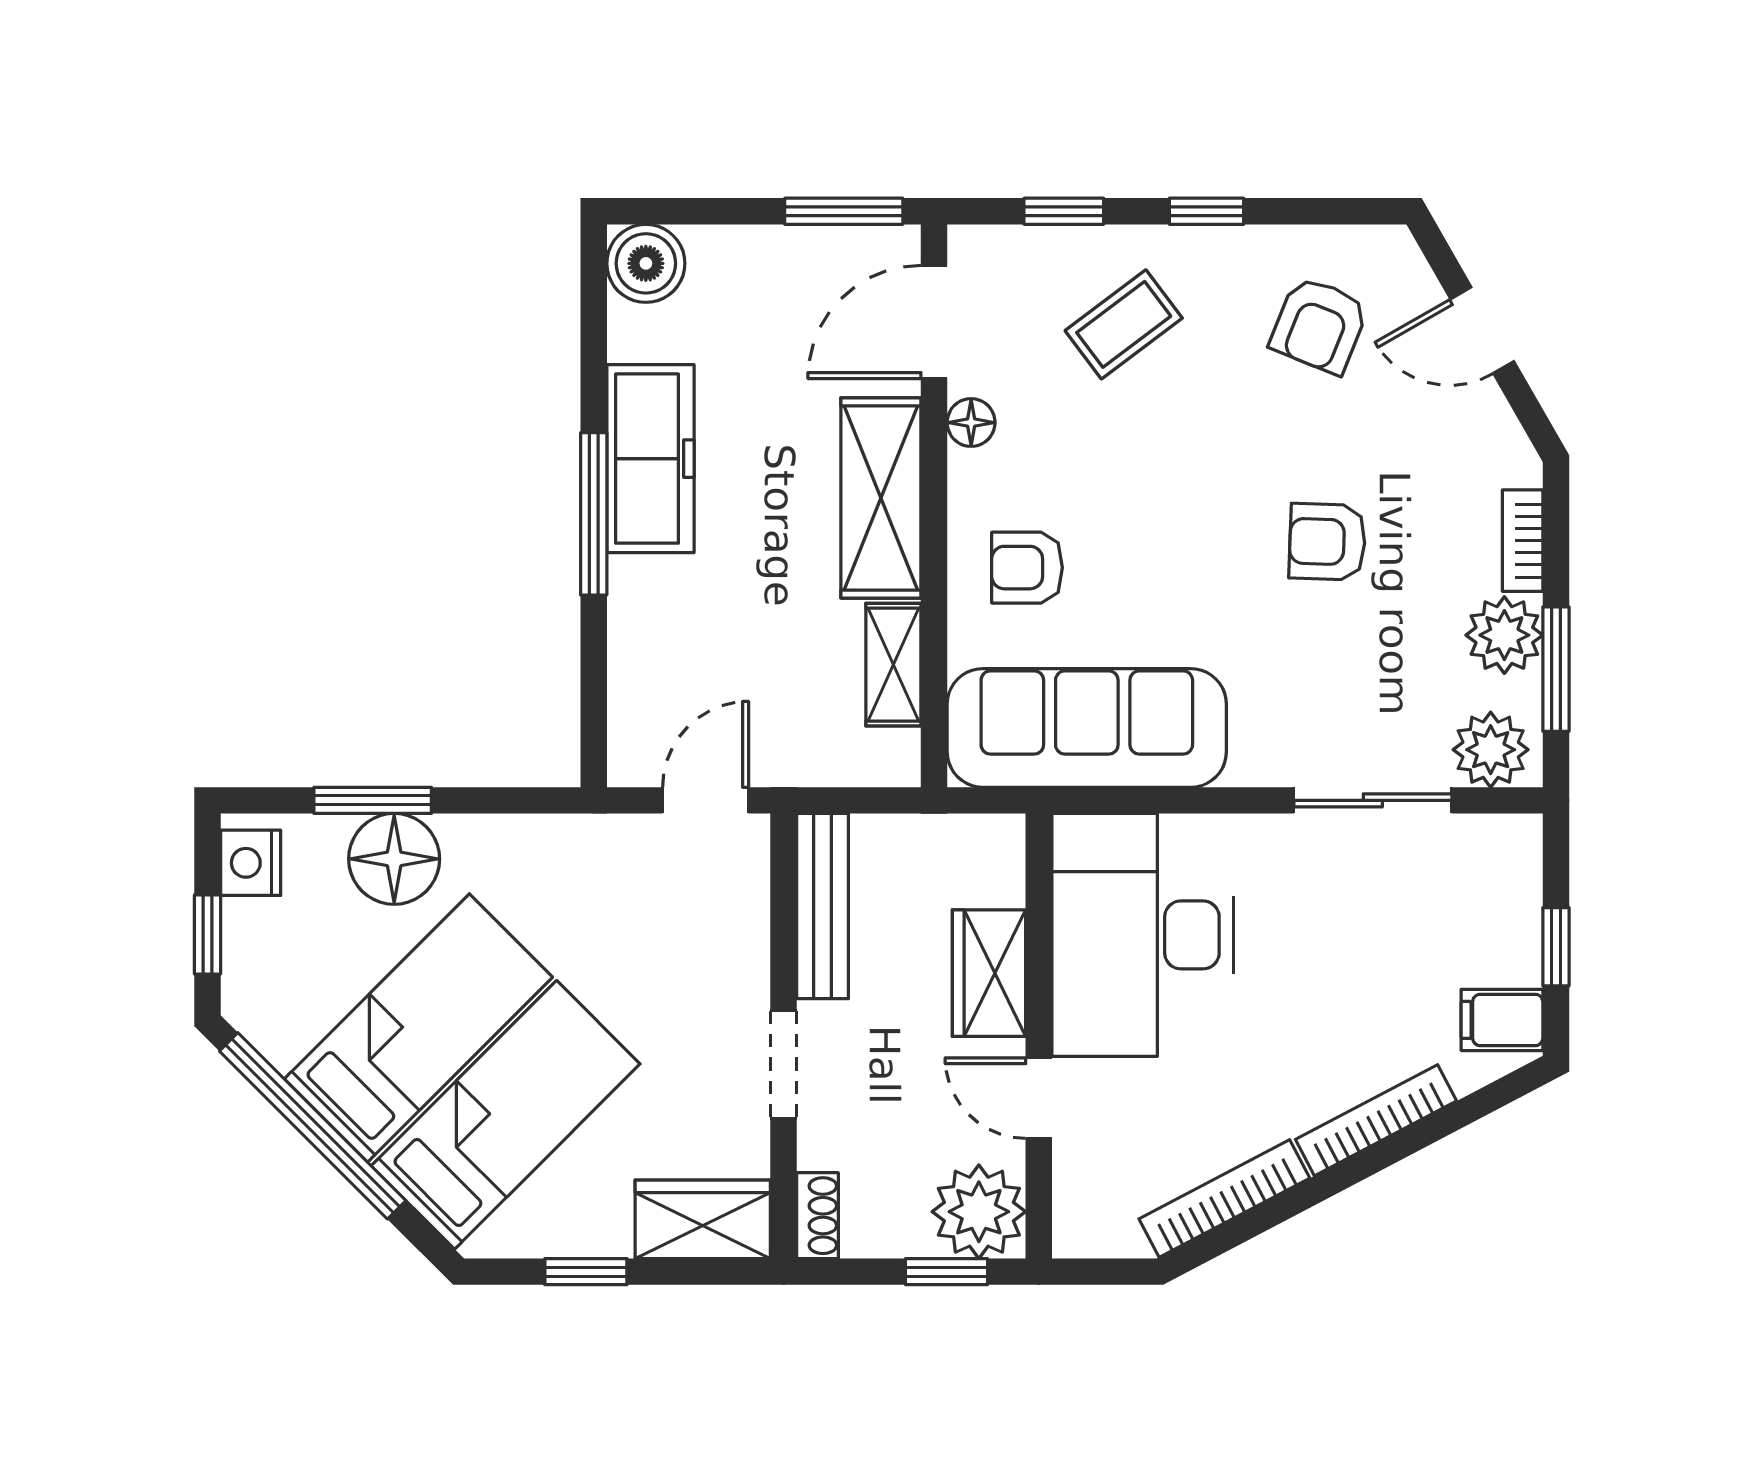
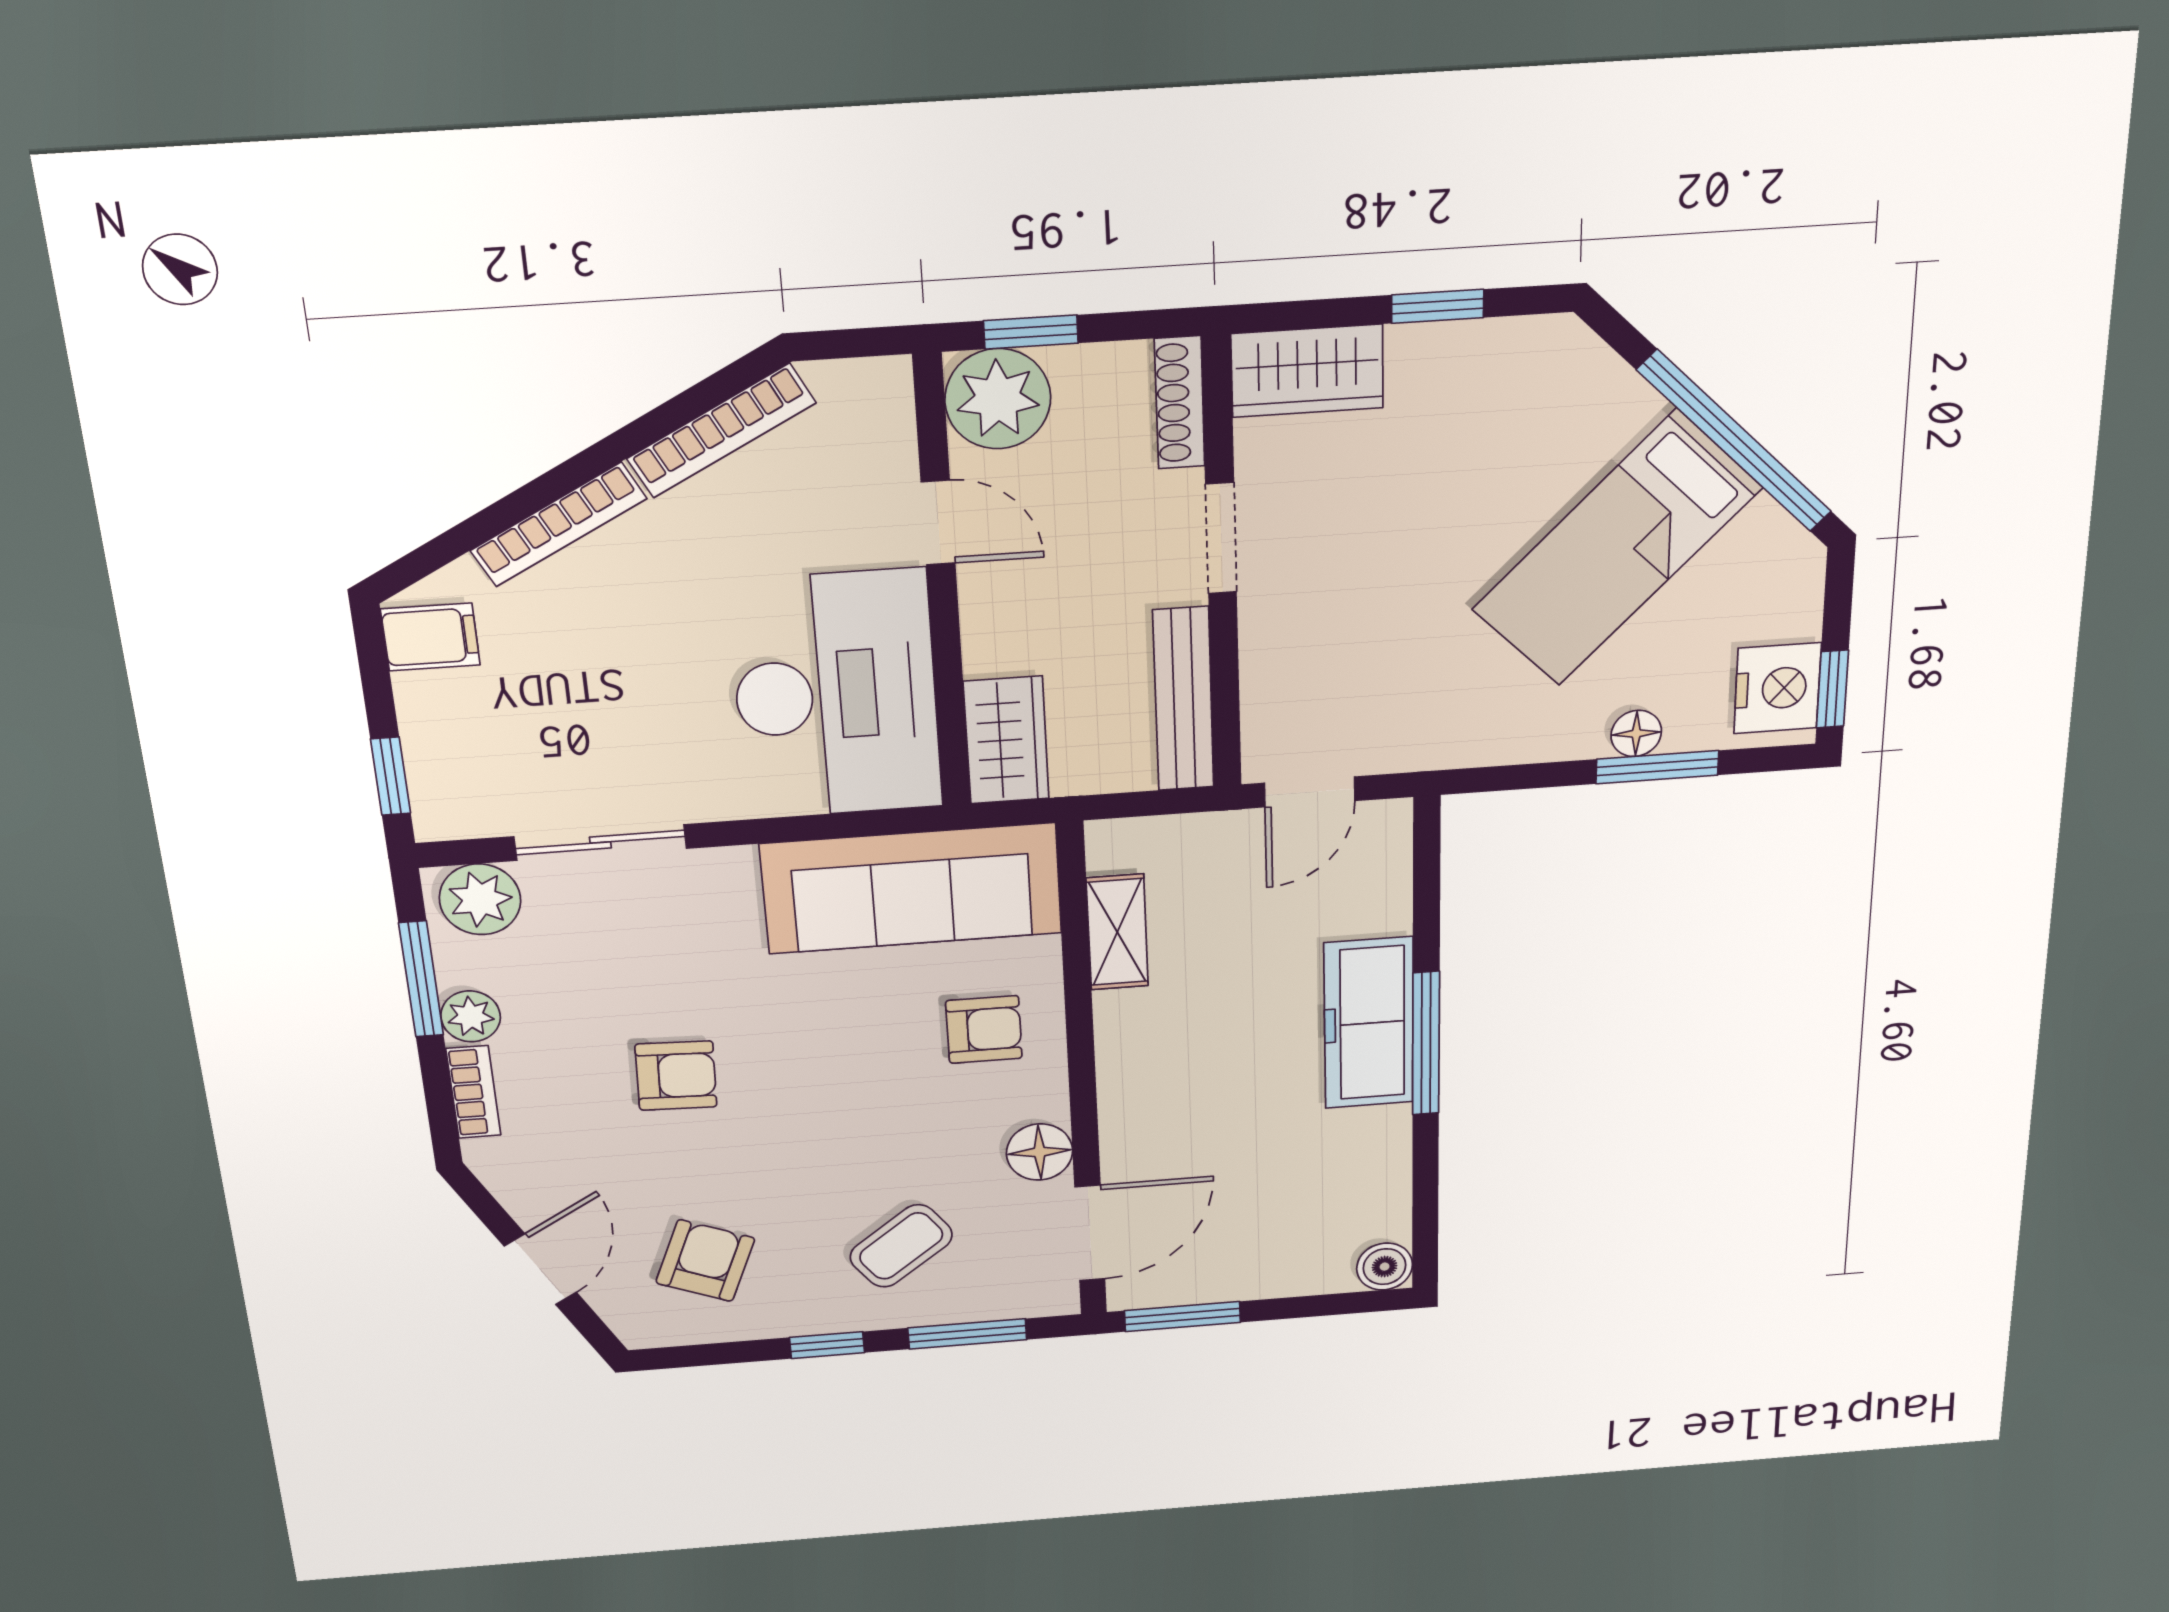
window: (1064, 211) -> (967, 1334), width x1.50
boiler: (646, 263) -> (1385, 1267), width x0.73, depth x0.73
door: (1482, 330) -> (540, 1269), hinge flipped
floor lamp: (971, 423) -> (1039, 1152), width x1.37, depth x1.37
freezer: (650, 459) -> (1369, 1023), moved
shelving: (881, 498) -> (1136, 1079), removed
plant: (1504, 635) -> (471, 1016), width x0.73, depth x0.73
floor lamp: (394, 859) -> (1636, 733), width x0.53, depth x0.53
nightstand: (251, 863) -> (1778, 688), width x1.36, depth x1.33
window: (207, 934) -> (1832, 689), moved
window: (1556, 947) -> (391, 776), moved
wardrobe: (989, 973) -> (1006, 740), moved
bed: (506, 1115) -> (1525, 466), removed
shoe rack: (817, 1216) -> (1180, 403), width x1.43

